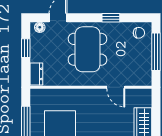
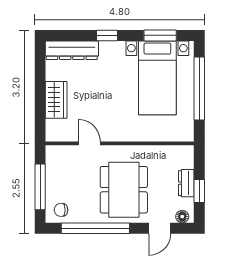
window: (111, 18) -> (95, 228), width x3.17
dresser: (36, 74) -> (186, 183), moved

